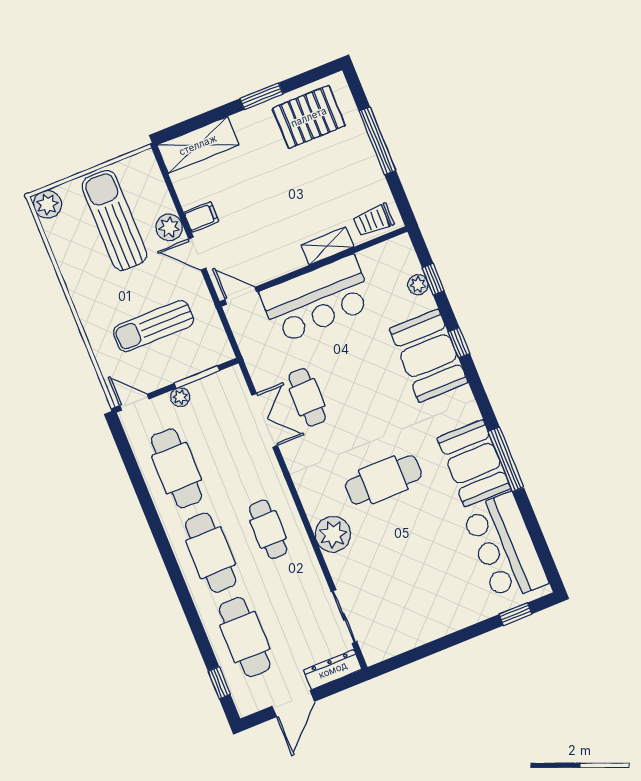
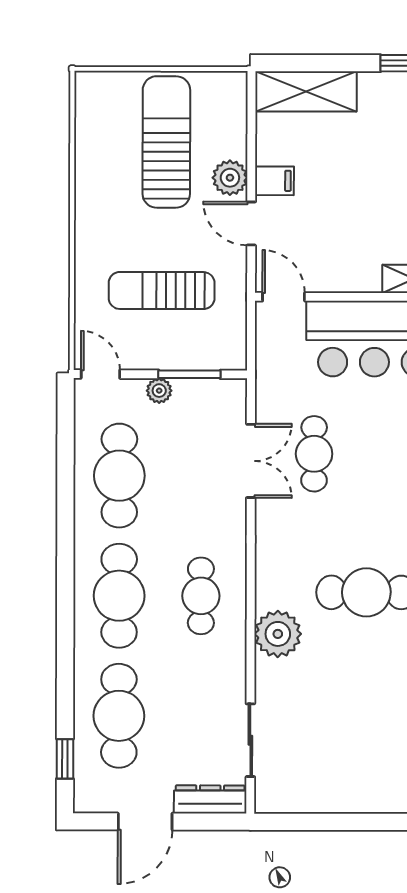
plant: (47, 204) -> (93, 89), removed

